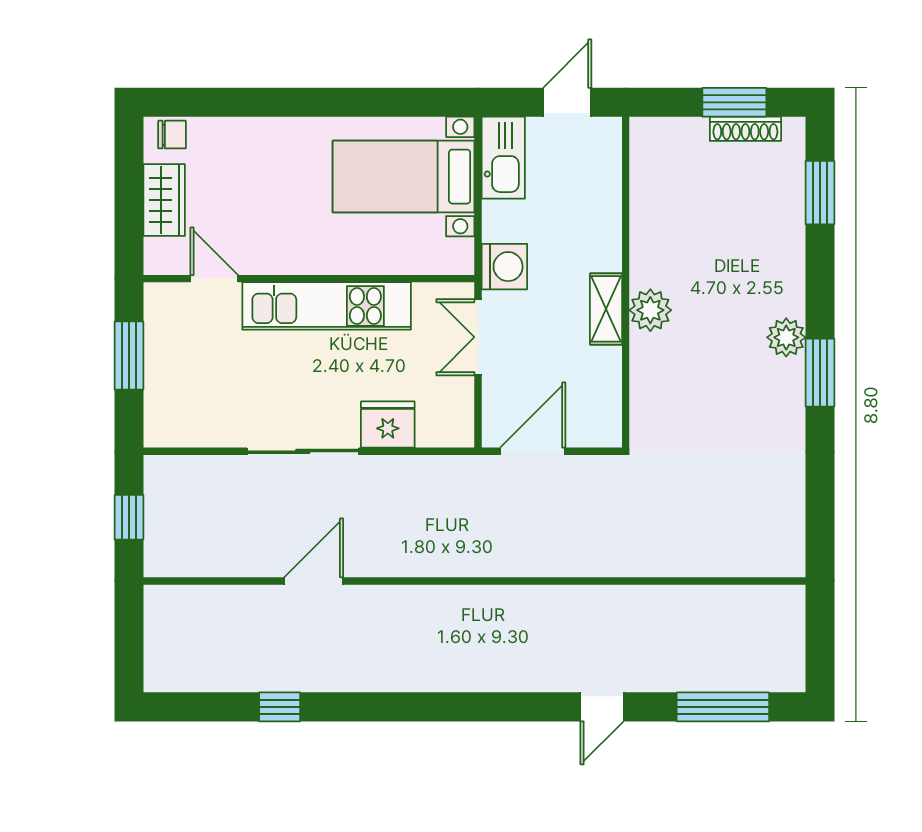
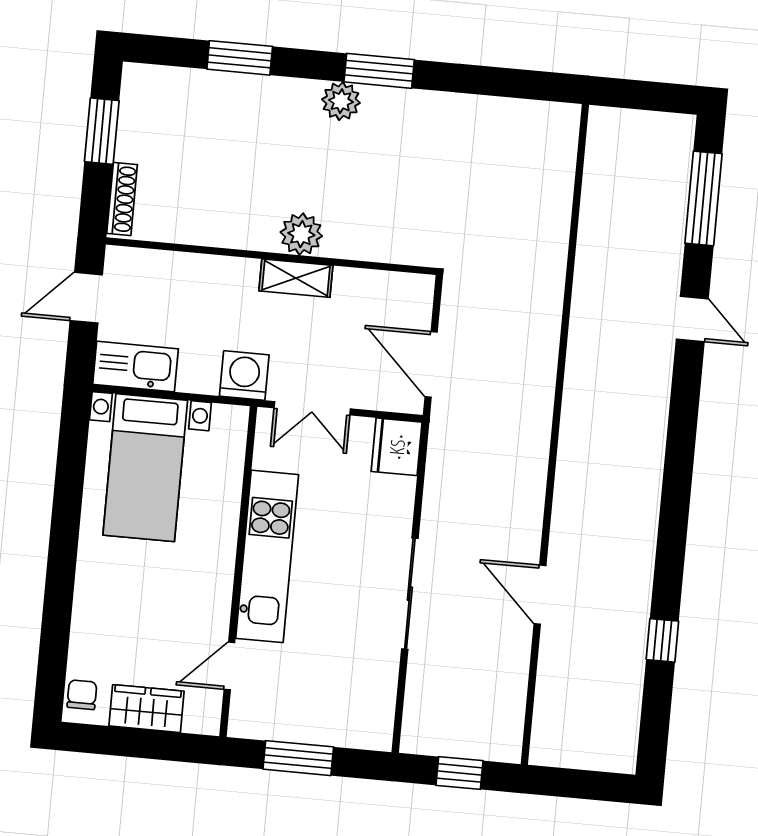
door: (567, 102) -> (86, 298), hinge flipped
shoe rack: (745, 129) -> (122, 199), moved
window: (820, 193) -> (240, 58), moved
fridge: (388, 425) -> (397, 447), moved

